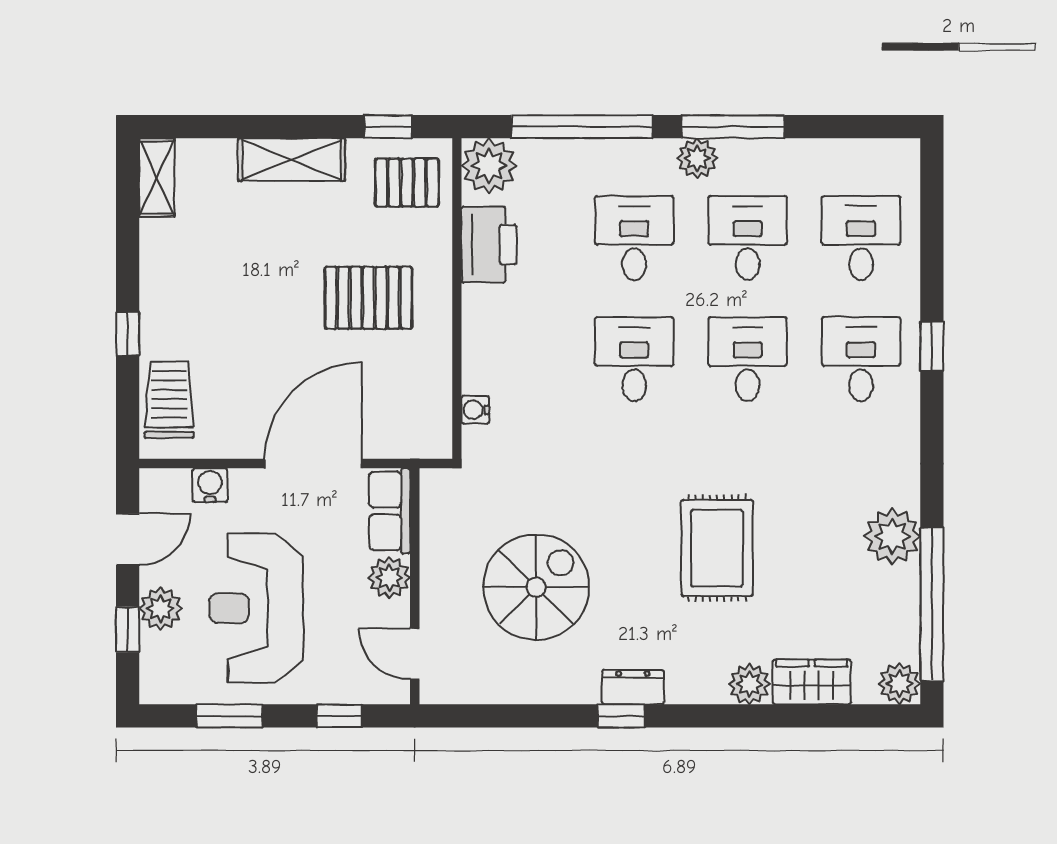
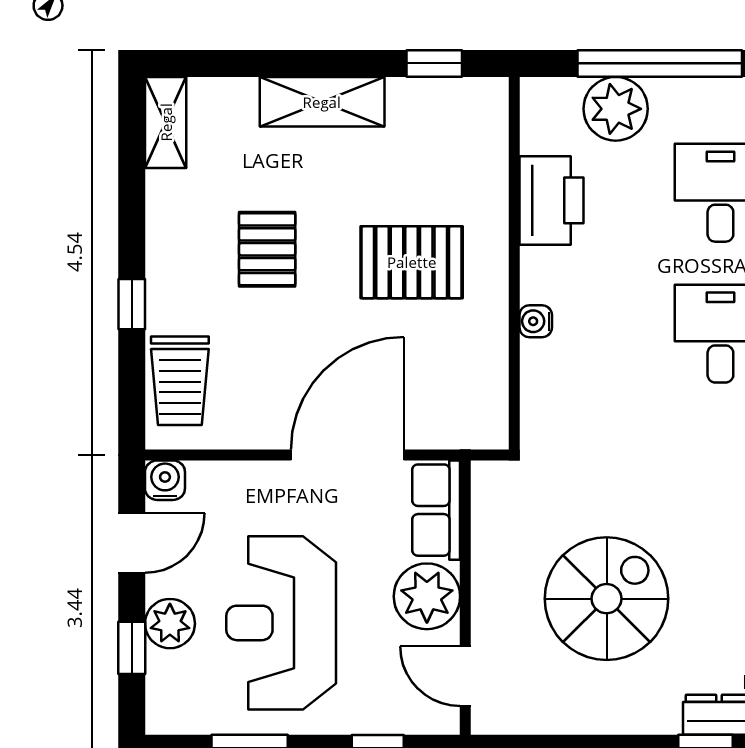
plant: (489, 166) -> (616, 109), moved
pallet: (407, 183) -> (267, 249), moved, turned 90
trolley: (169, 400) -> (180, 381), turned 180
water cooler: (475, 410) -> (536, 321), moved
water cooler: (210, 485) -> (165, 480), moved
plant: (389, 578) -> (427, 596), width x1.36, depth x1.36

